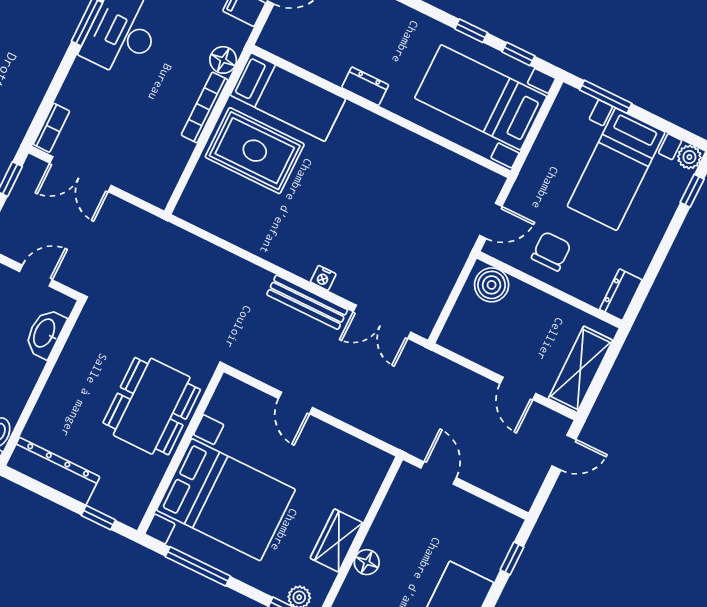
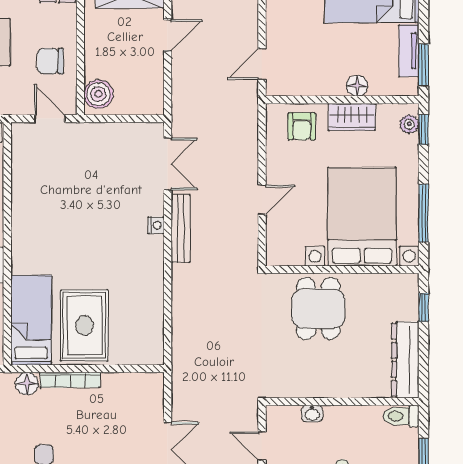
washbasin: (45, 333) -> (312, 414), width x0.52, depth x0.69
dining table: (152, 406) -> (318, 308), width x0.73
armchair: (352, 483) -> (302, 126), added

